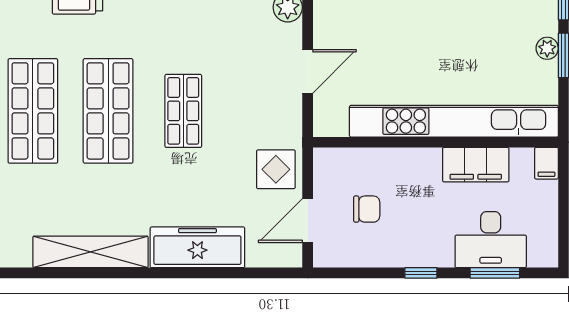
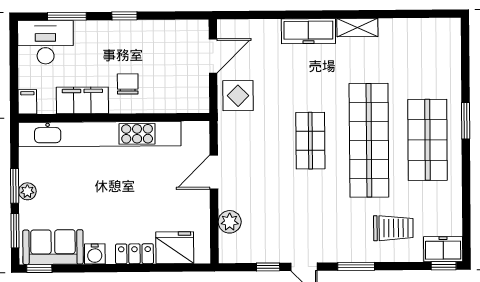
shop shelf: (108, 111) -> (369, 140), width x1.40
chair: (367, 209) -> (128, 84), moved, turned 90
desk: (491, 240) -> (45, 42), moved
freezer: (197, 247) -> (308, 31), width x0.73, depth x0.79
shelving: (91, 252) -> (357, 27), width x0.45, depth x0.75

